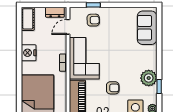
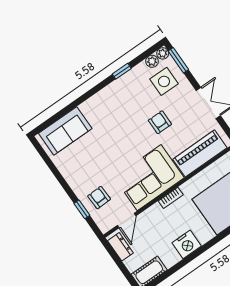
door: (68, 27) -> (127, 221), hinge flipped
plant: (149, 78) -> (121, 90), removed

